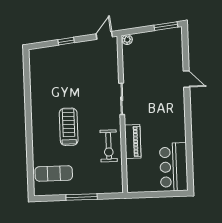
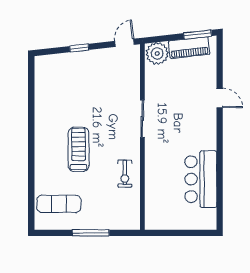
plant: (127, 40) -> (157, 53), width x1.87, depth x1.87
piano: (133, 142) -> (189, 48), moved, turned 84
exercise bike: (109, 146) -> (125, 174), width x0.73, depth x0.72
bar counter: (174, 167) -> (201, 179), moved

